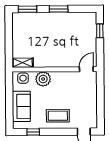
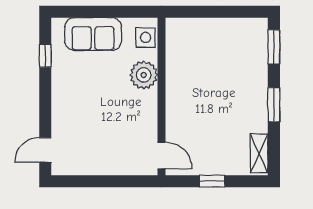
window: (100, 31) -> (212, 181), moved
shelving: (23, 63) -> (259, 153), moved
coffee table: (58, 116) -> (75, 102), removed

